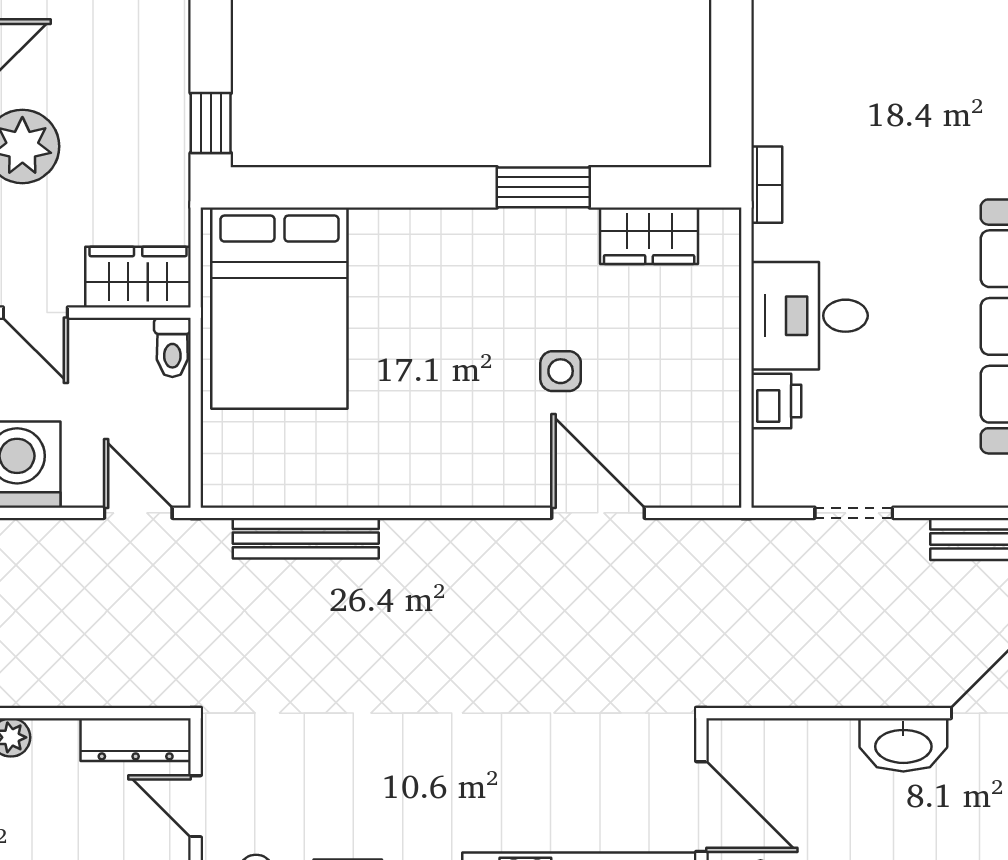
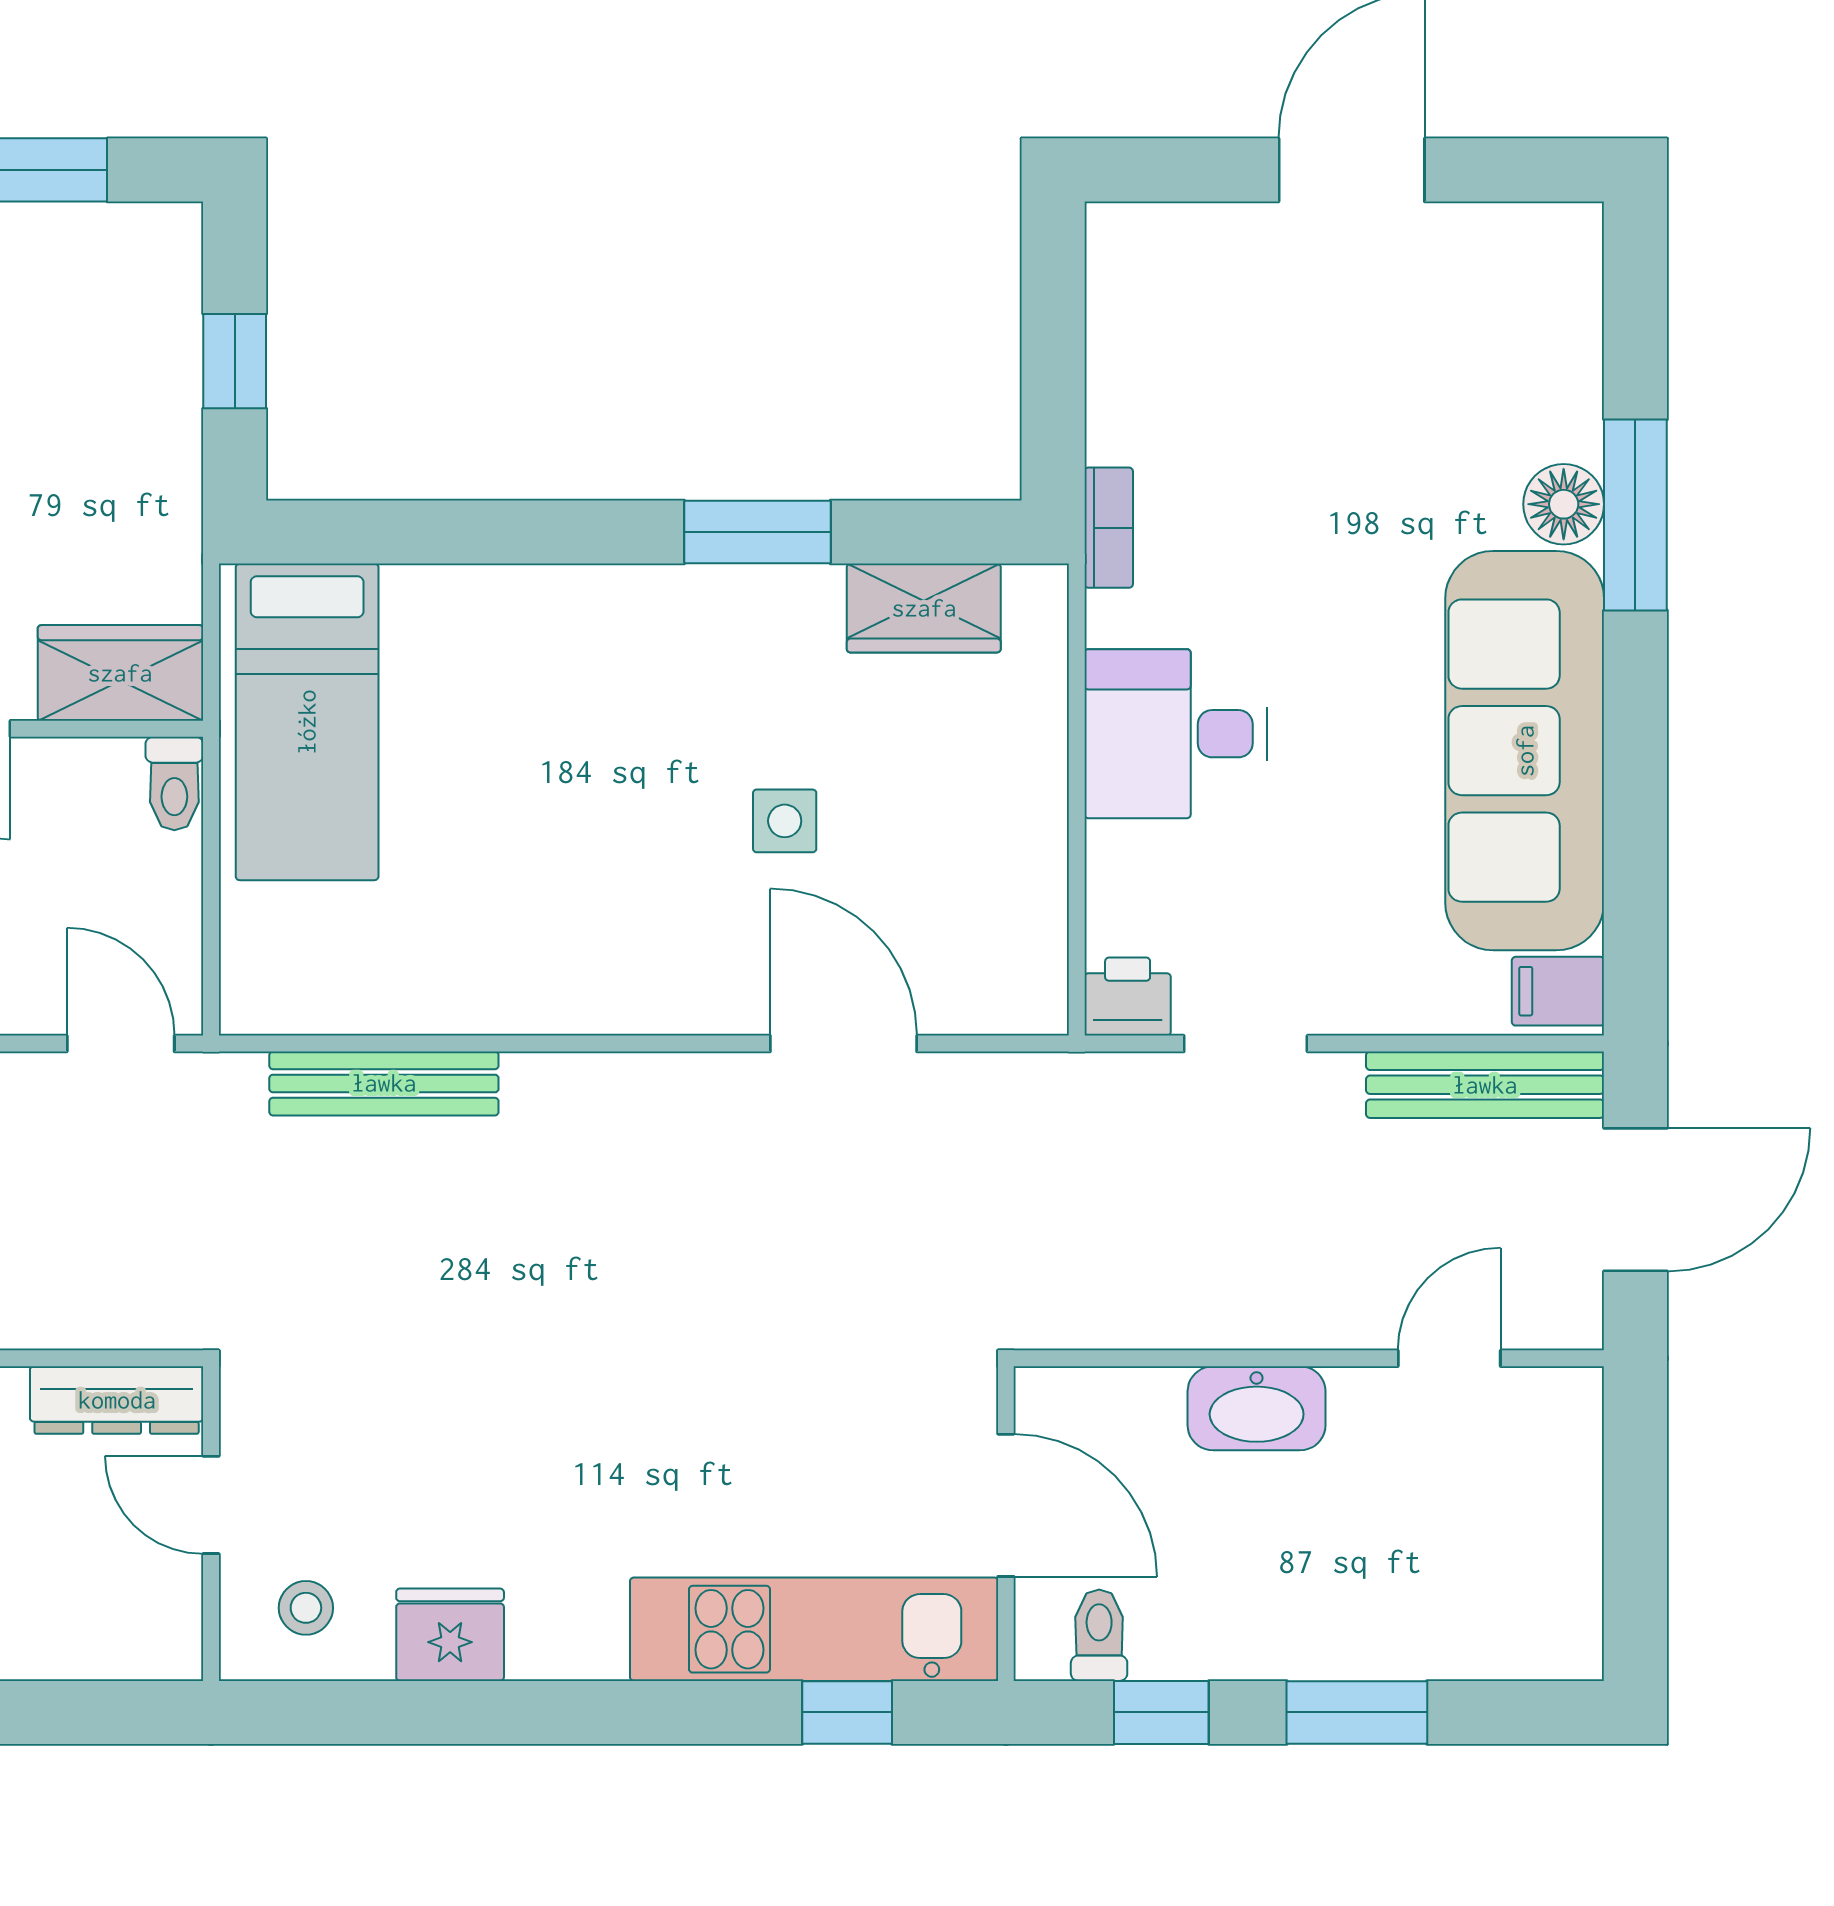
window: (211, 123) -> (235, 361), moved
bed: (279, 308) -> (307, 722), width x0.67
printer: (776, 401) -> (1128, 997), moved, turned -90
washbasin: (903, 745) -> (1257, 1408), moved

